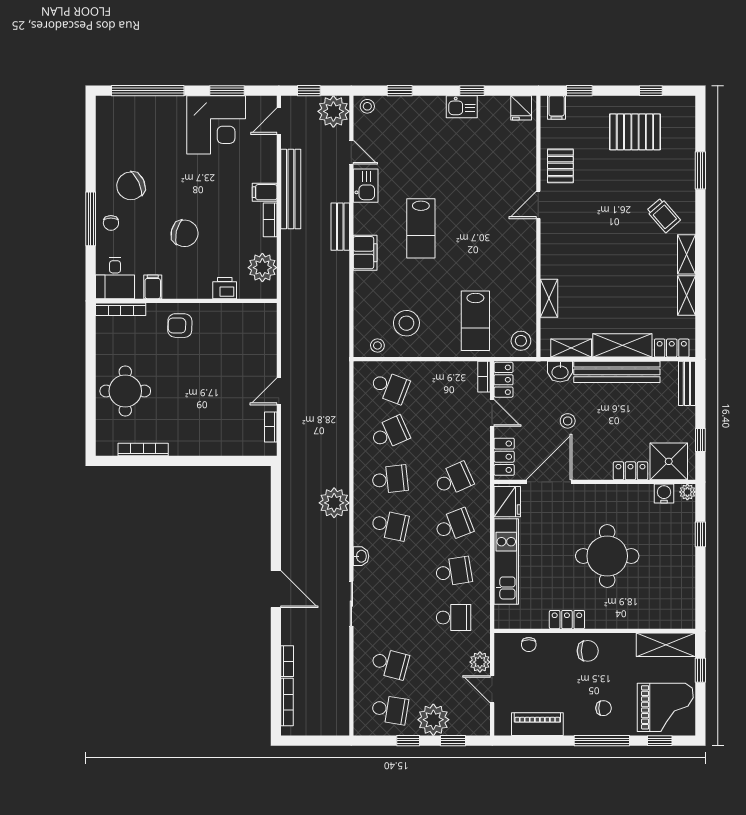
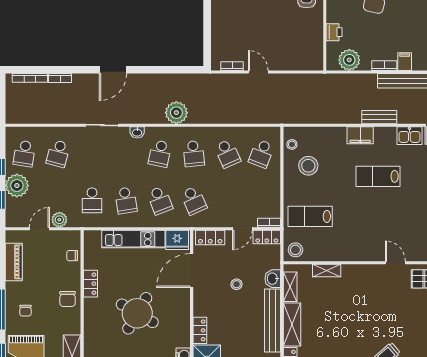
door: (549, 482) -> (192, 271), swing flipped
round table: (607, 556) -> (137, 313), turned 30

